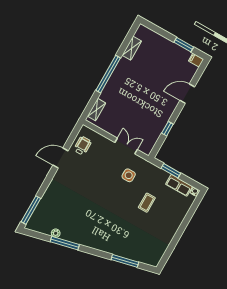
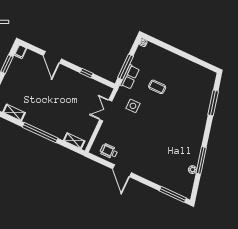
window: (171, 171) -> (125, 67), width x1.44
row of seats: (179, 185) -> (130, 77), moved

